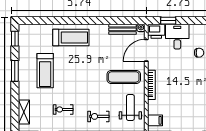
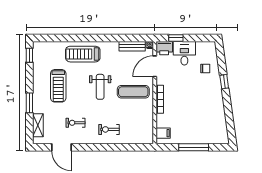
treadmill: (71, 37) -> (83, 54), turned 180
window: (15, 71) -> (29, 103), moved
weight bench: (130, 107) -> (100, 87), moved, turned 180

